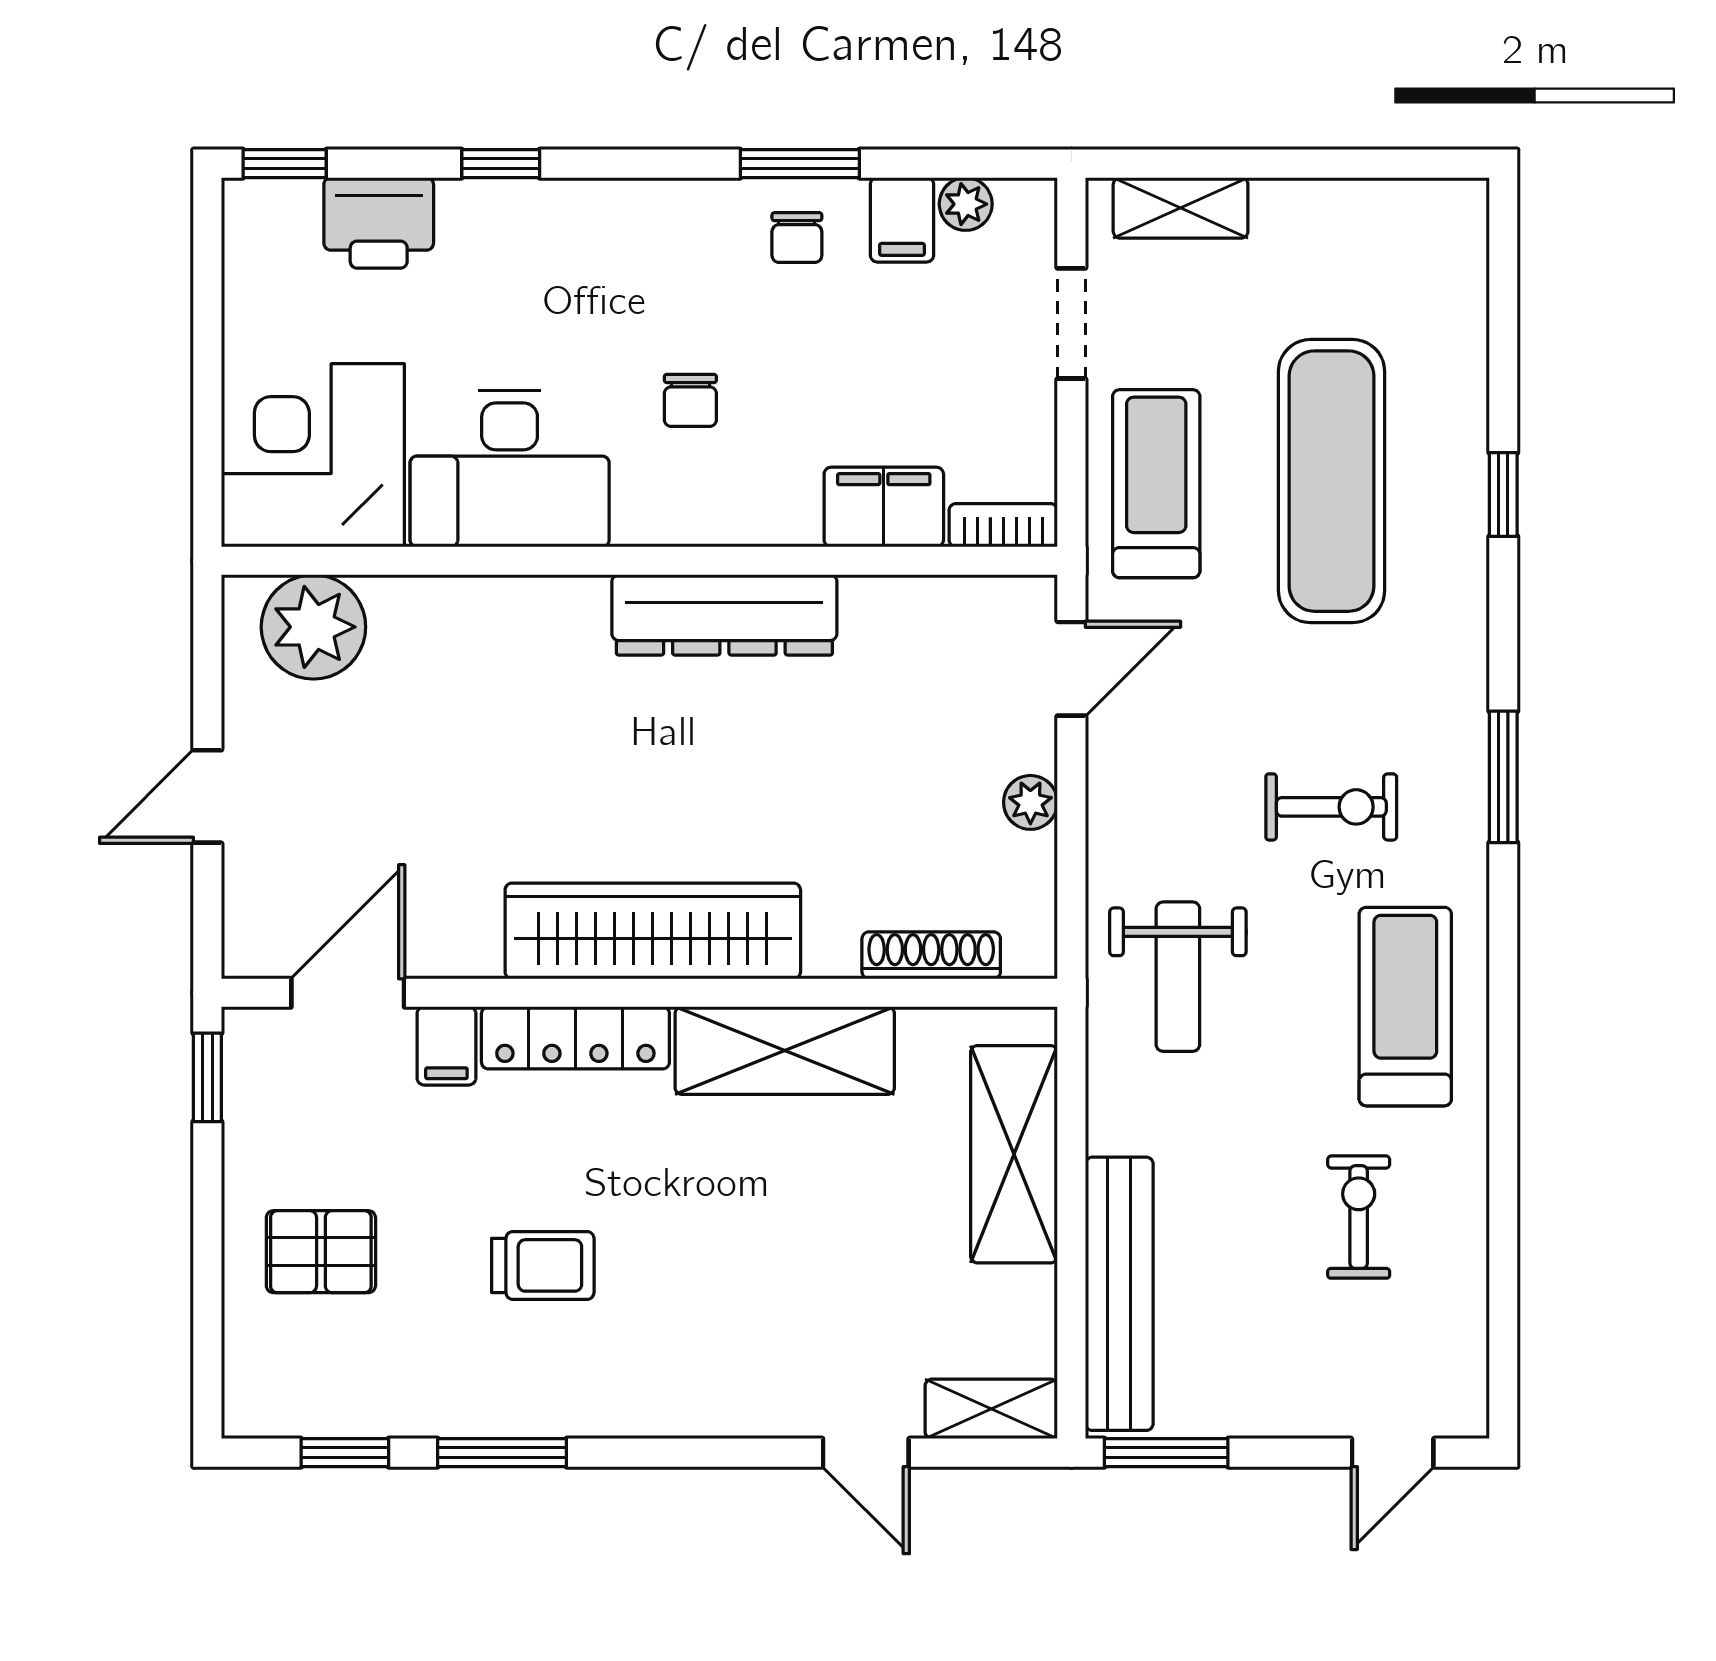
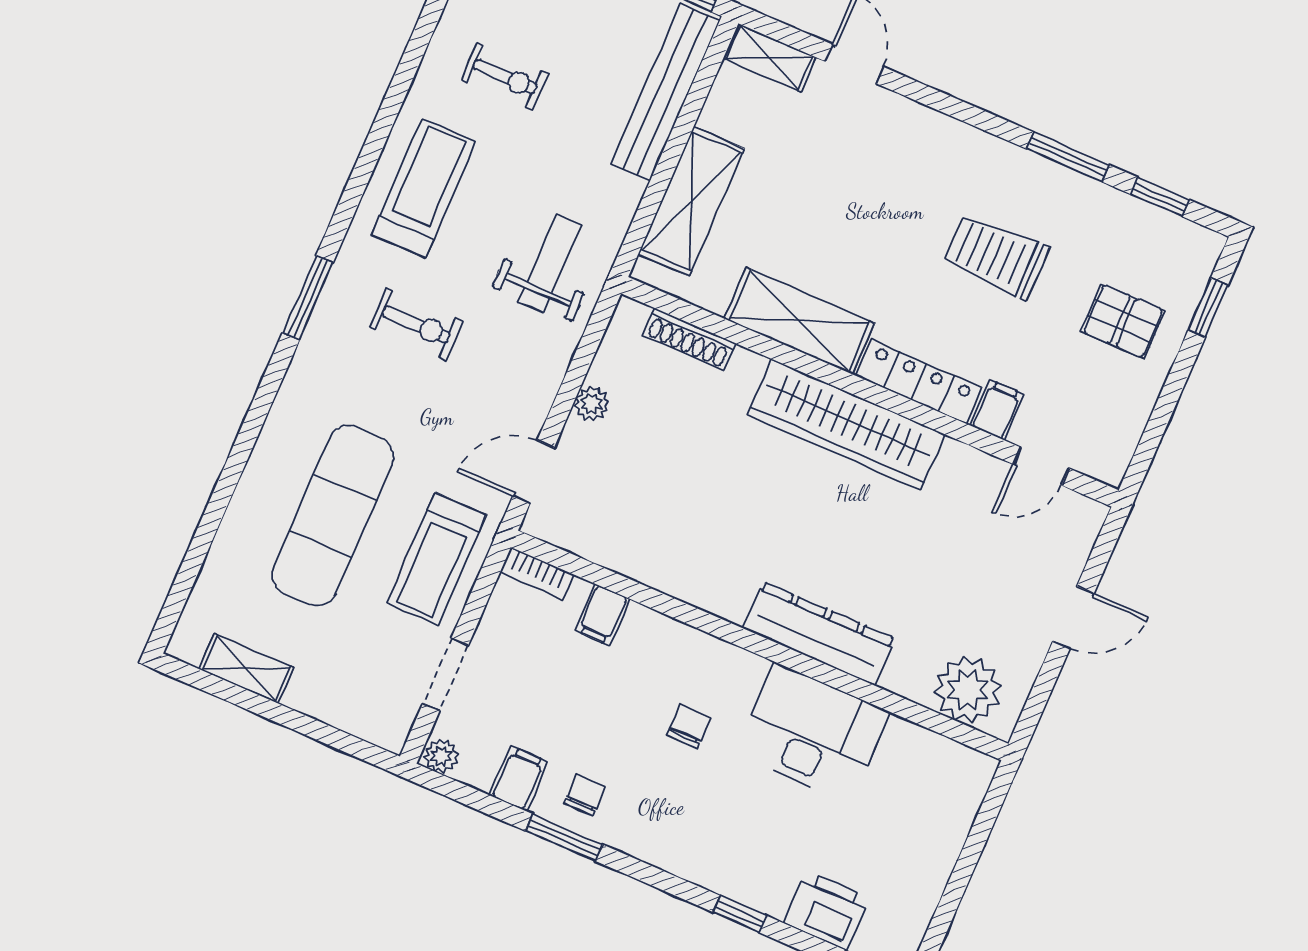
plant: (966, 204) -> (441, 756), moved
shelving: (1181, 208) -> (246, 668), moved
corner desk: (313, 455) -> (924, 791), removed
window: (1503, 494) -> (236, 464), removed
filing cabinet: (884, 507) -> (602, 615), width x0.50
dresser: (724, 615) -> (819, 633), moved
exercise bike: (1331, 807) -> (416, 324), turned 180
door: (348, 993) -> (1041, 466), width x0.73
treadmill: (1405, 1007) -> (424, 188), turned 180
window: (207, 1077) -> (1208, 307), moved
exercise bike: (1359, 1217) -> (505, 77), turned -90
trolley: (543, 1265) -> (996, 256), width x1.36, depth x1.39

